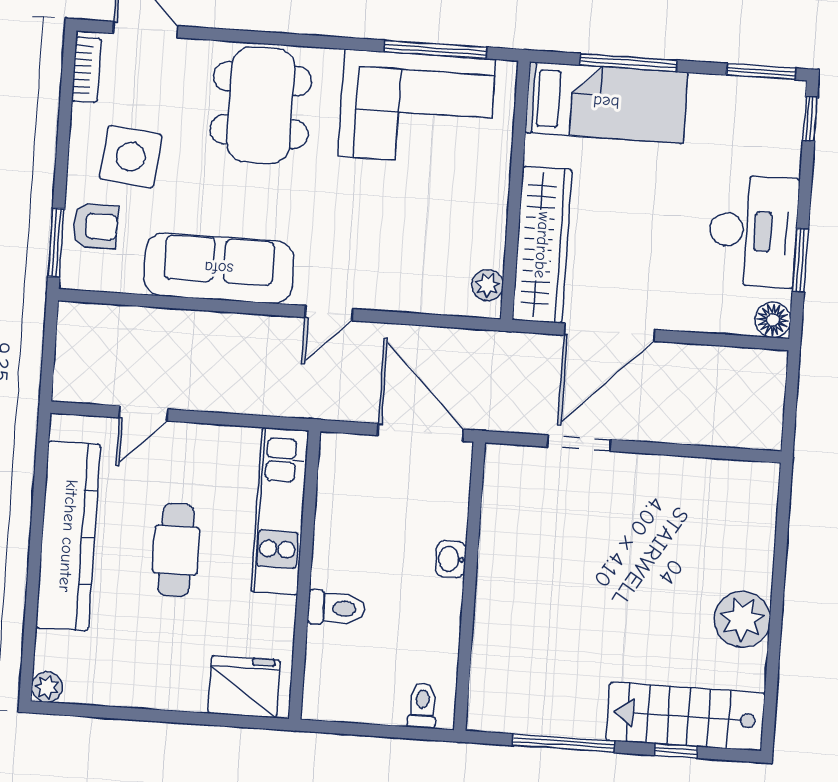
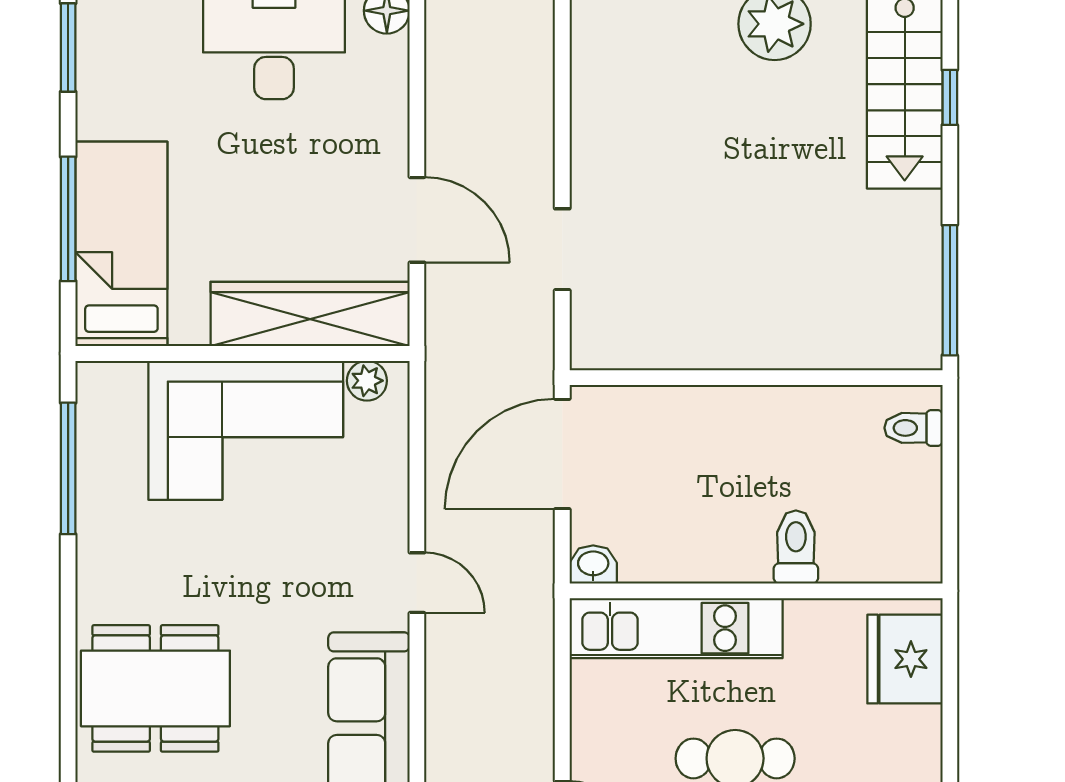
corner sofa: (417, 108) -> (246, 430), moved, turned 90
door: (609, 332) -> (417, 220), width x0.73
washbasin: (451, 559) -> (593, 564), moved, turned 180
window: (564, 743) -> (950, 290), moved

